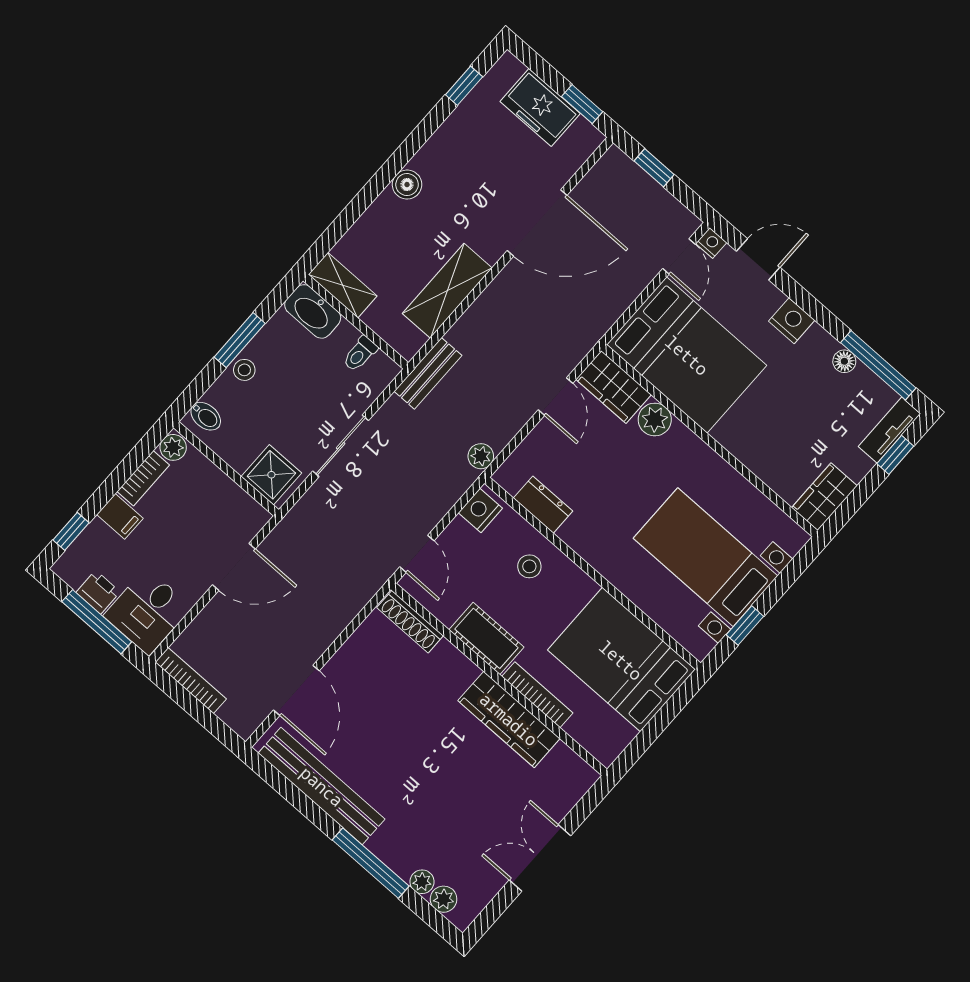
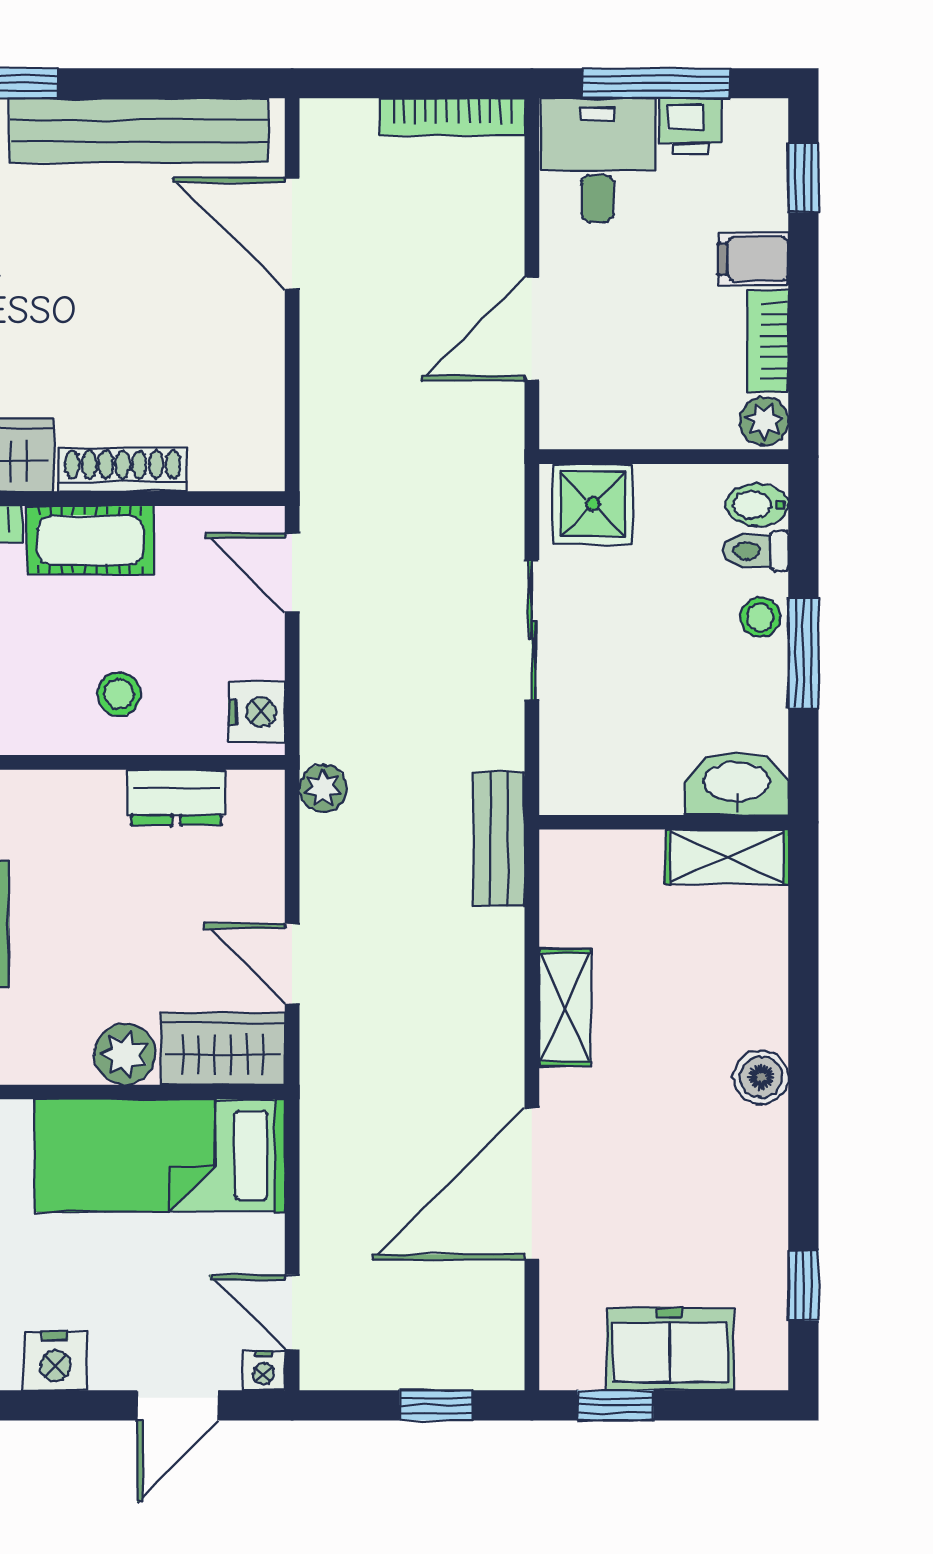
shelving: (447, 291) -> (565, 1007), width x0.67, depth x0.75
toilet: (360, 354) -> (756, 551), moved, turned -90
bed: (687, 355) -> (160, 1155), width x0.67
shoe rack: (410, 622) -> (123, 470), moved

